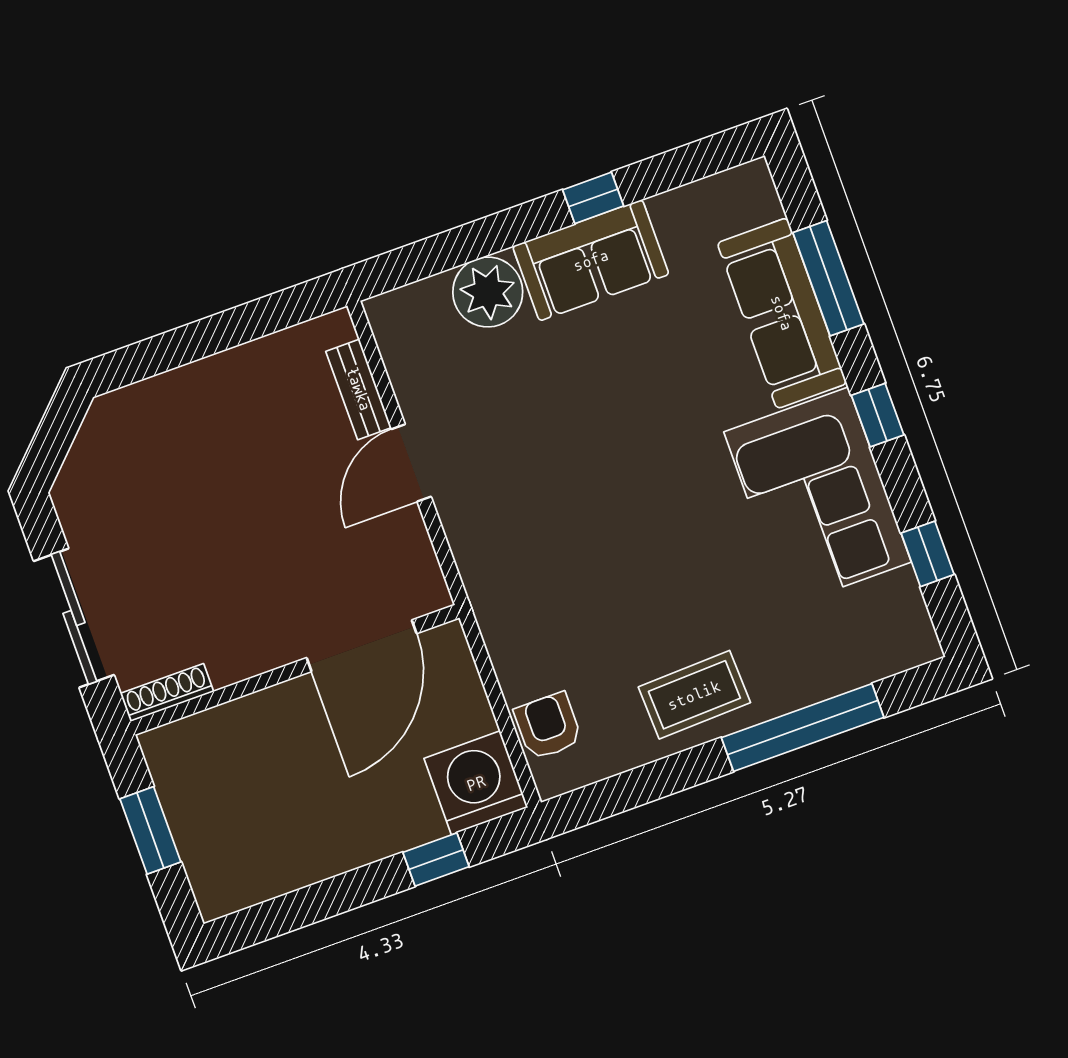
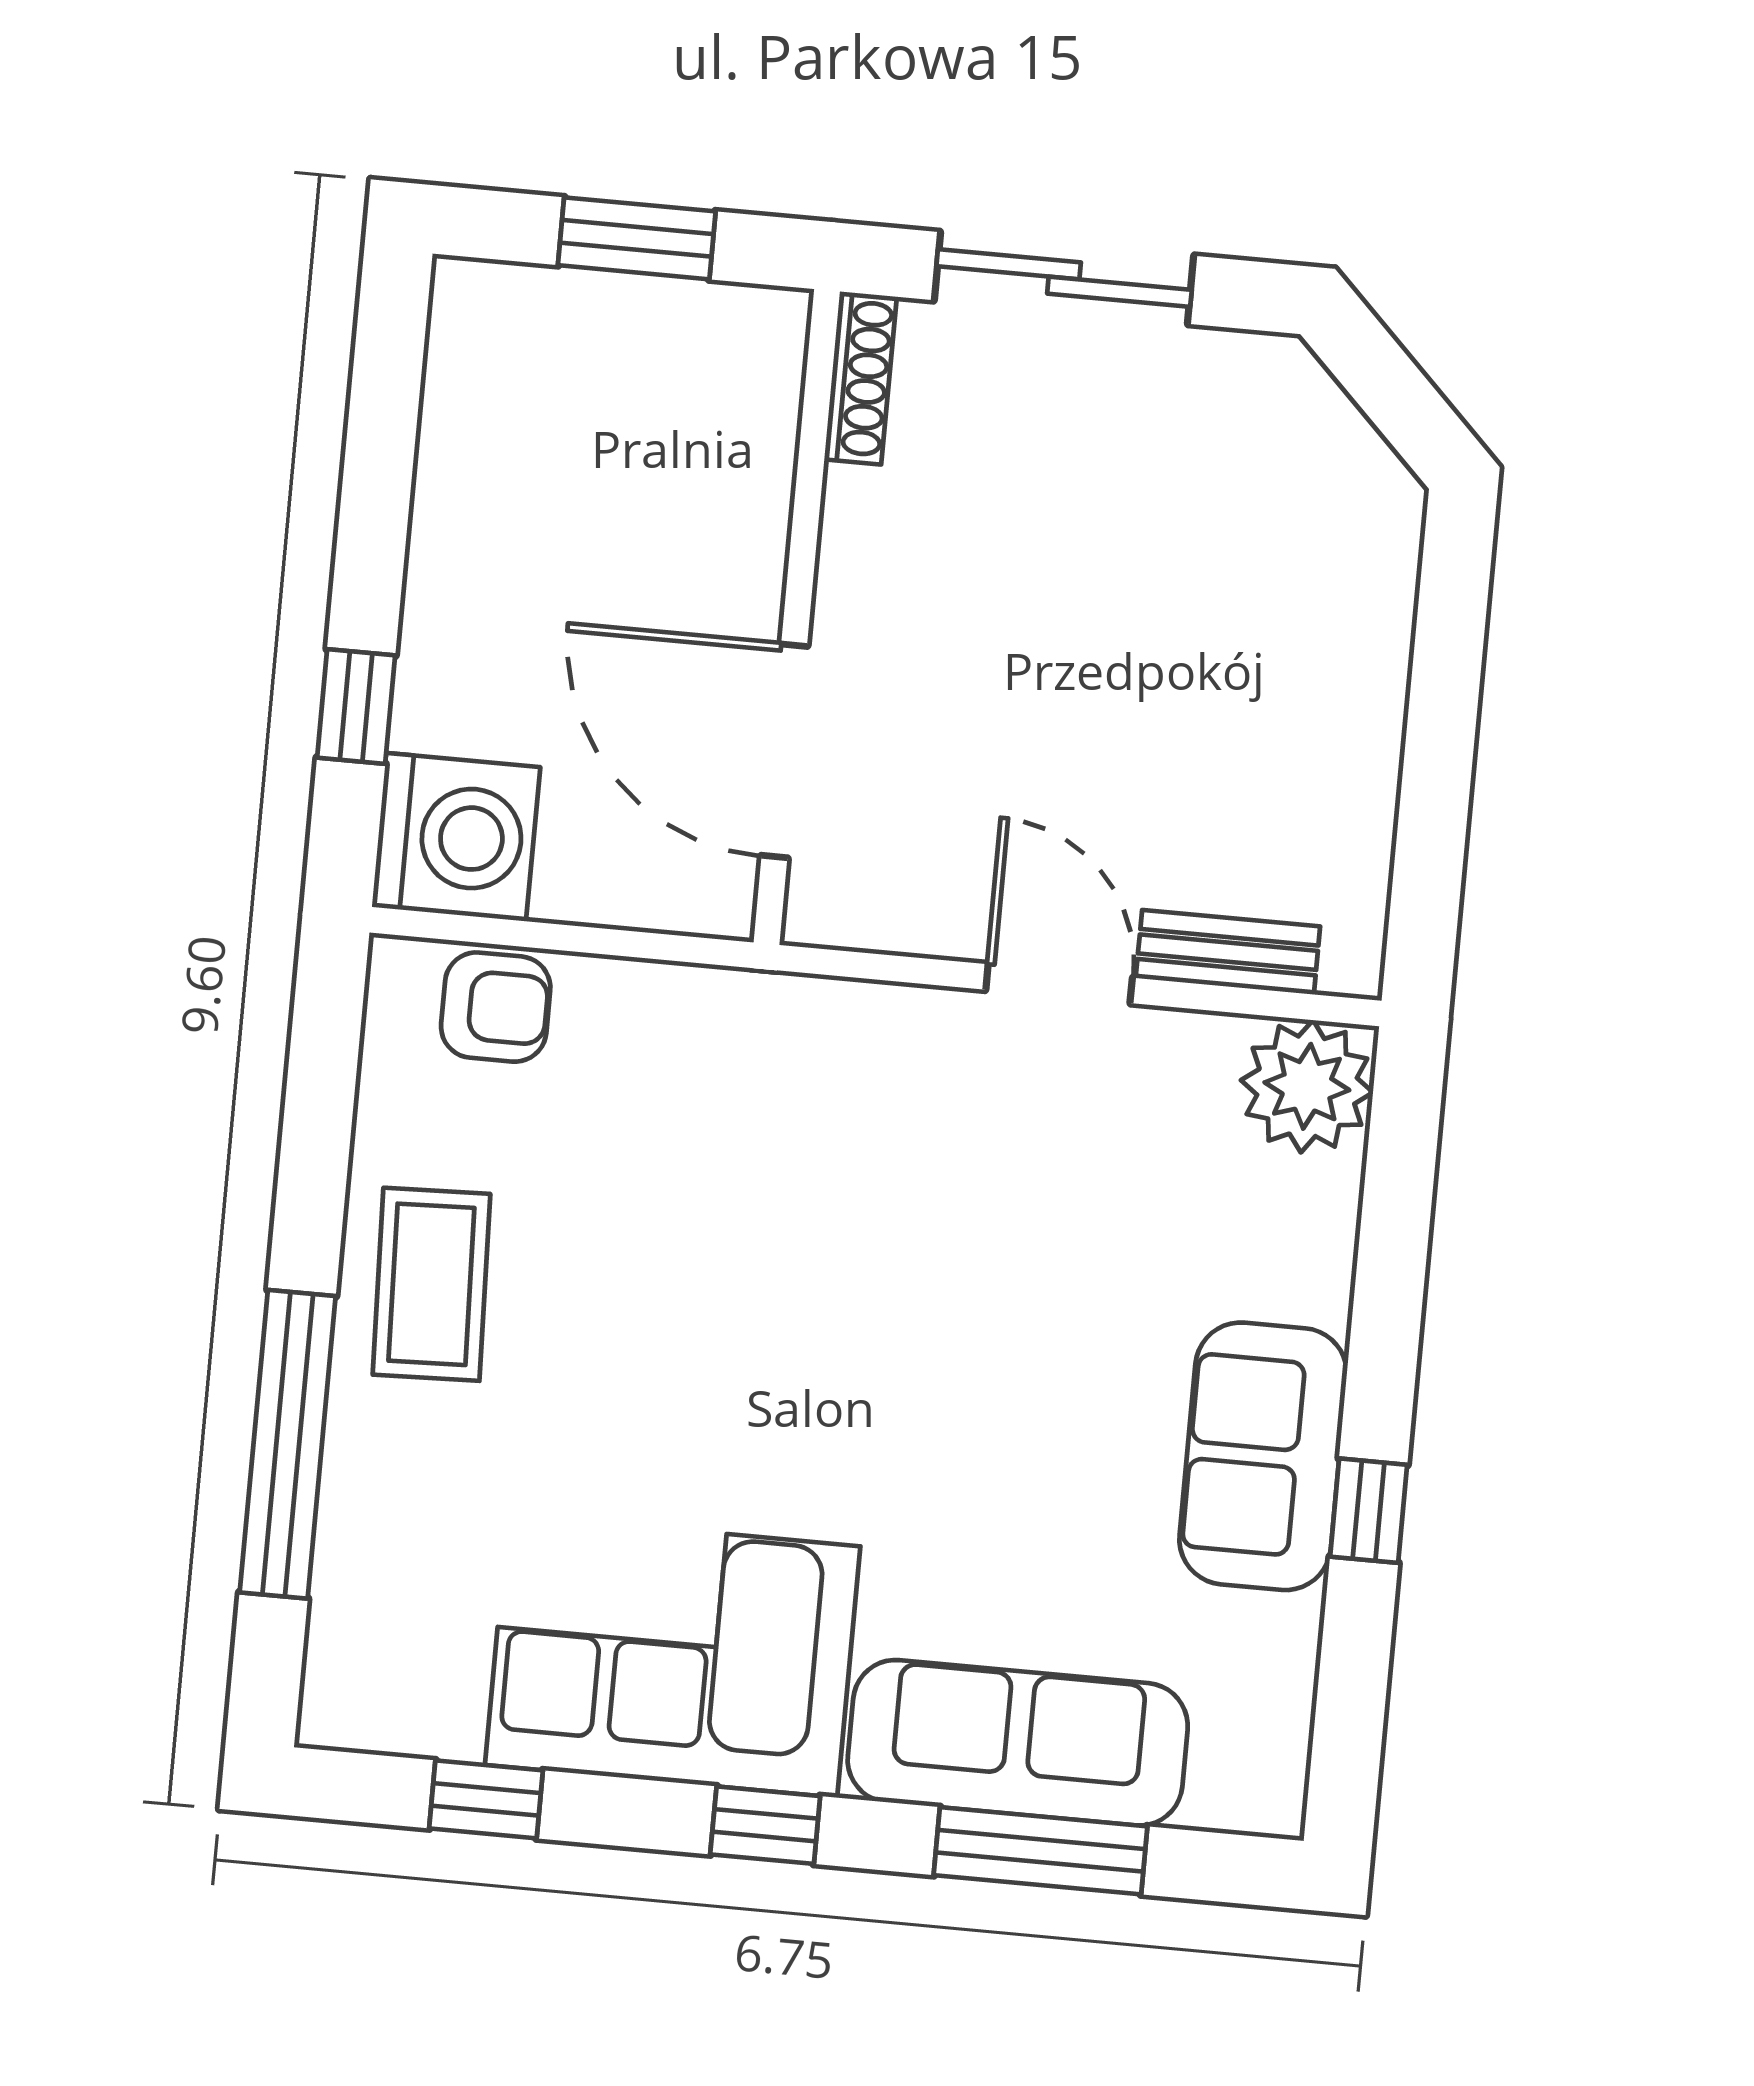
plant: (488, 292) -> (1307, 1086), moved

